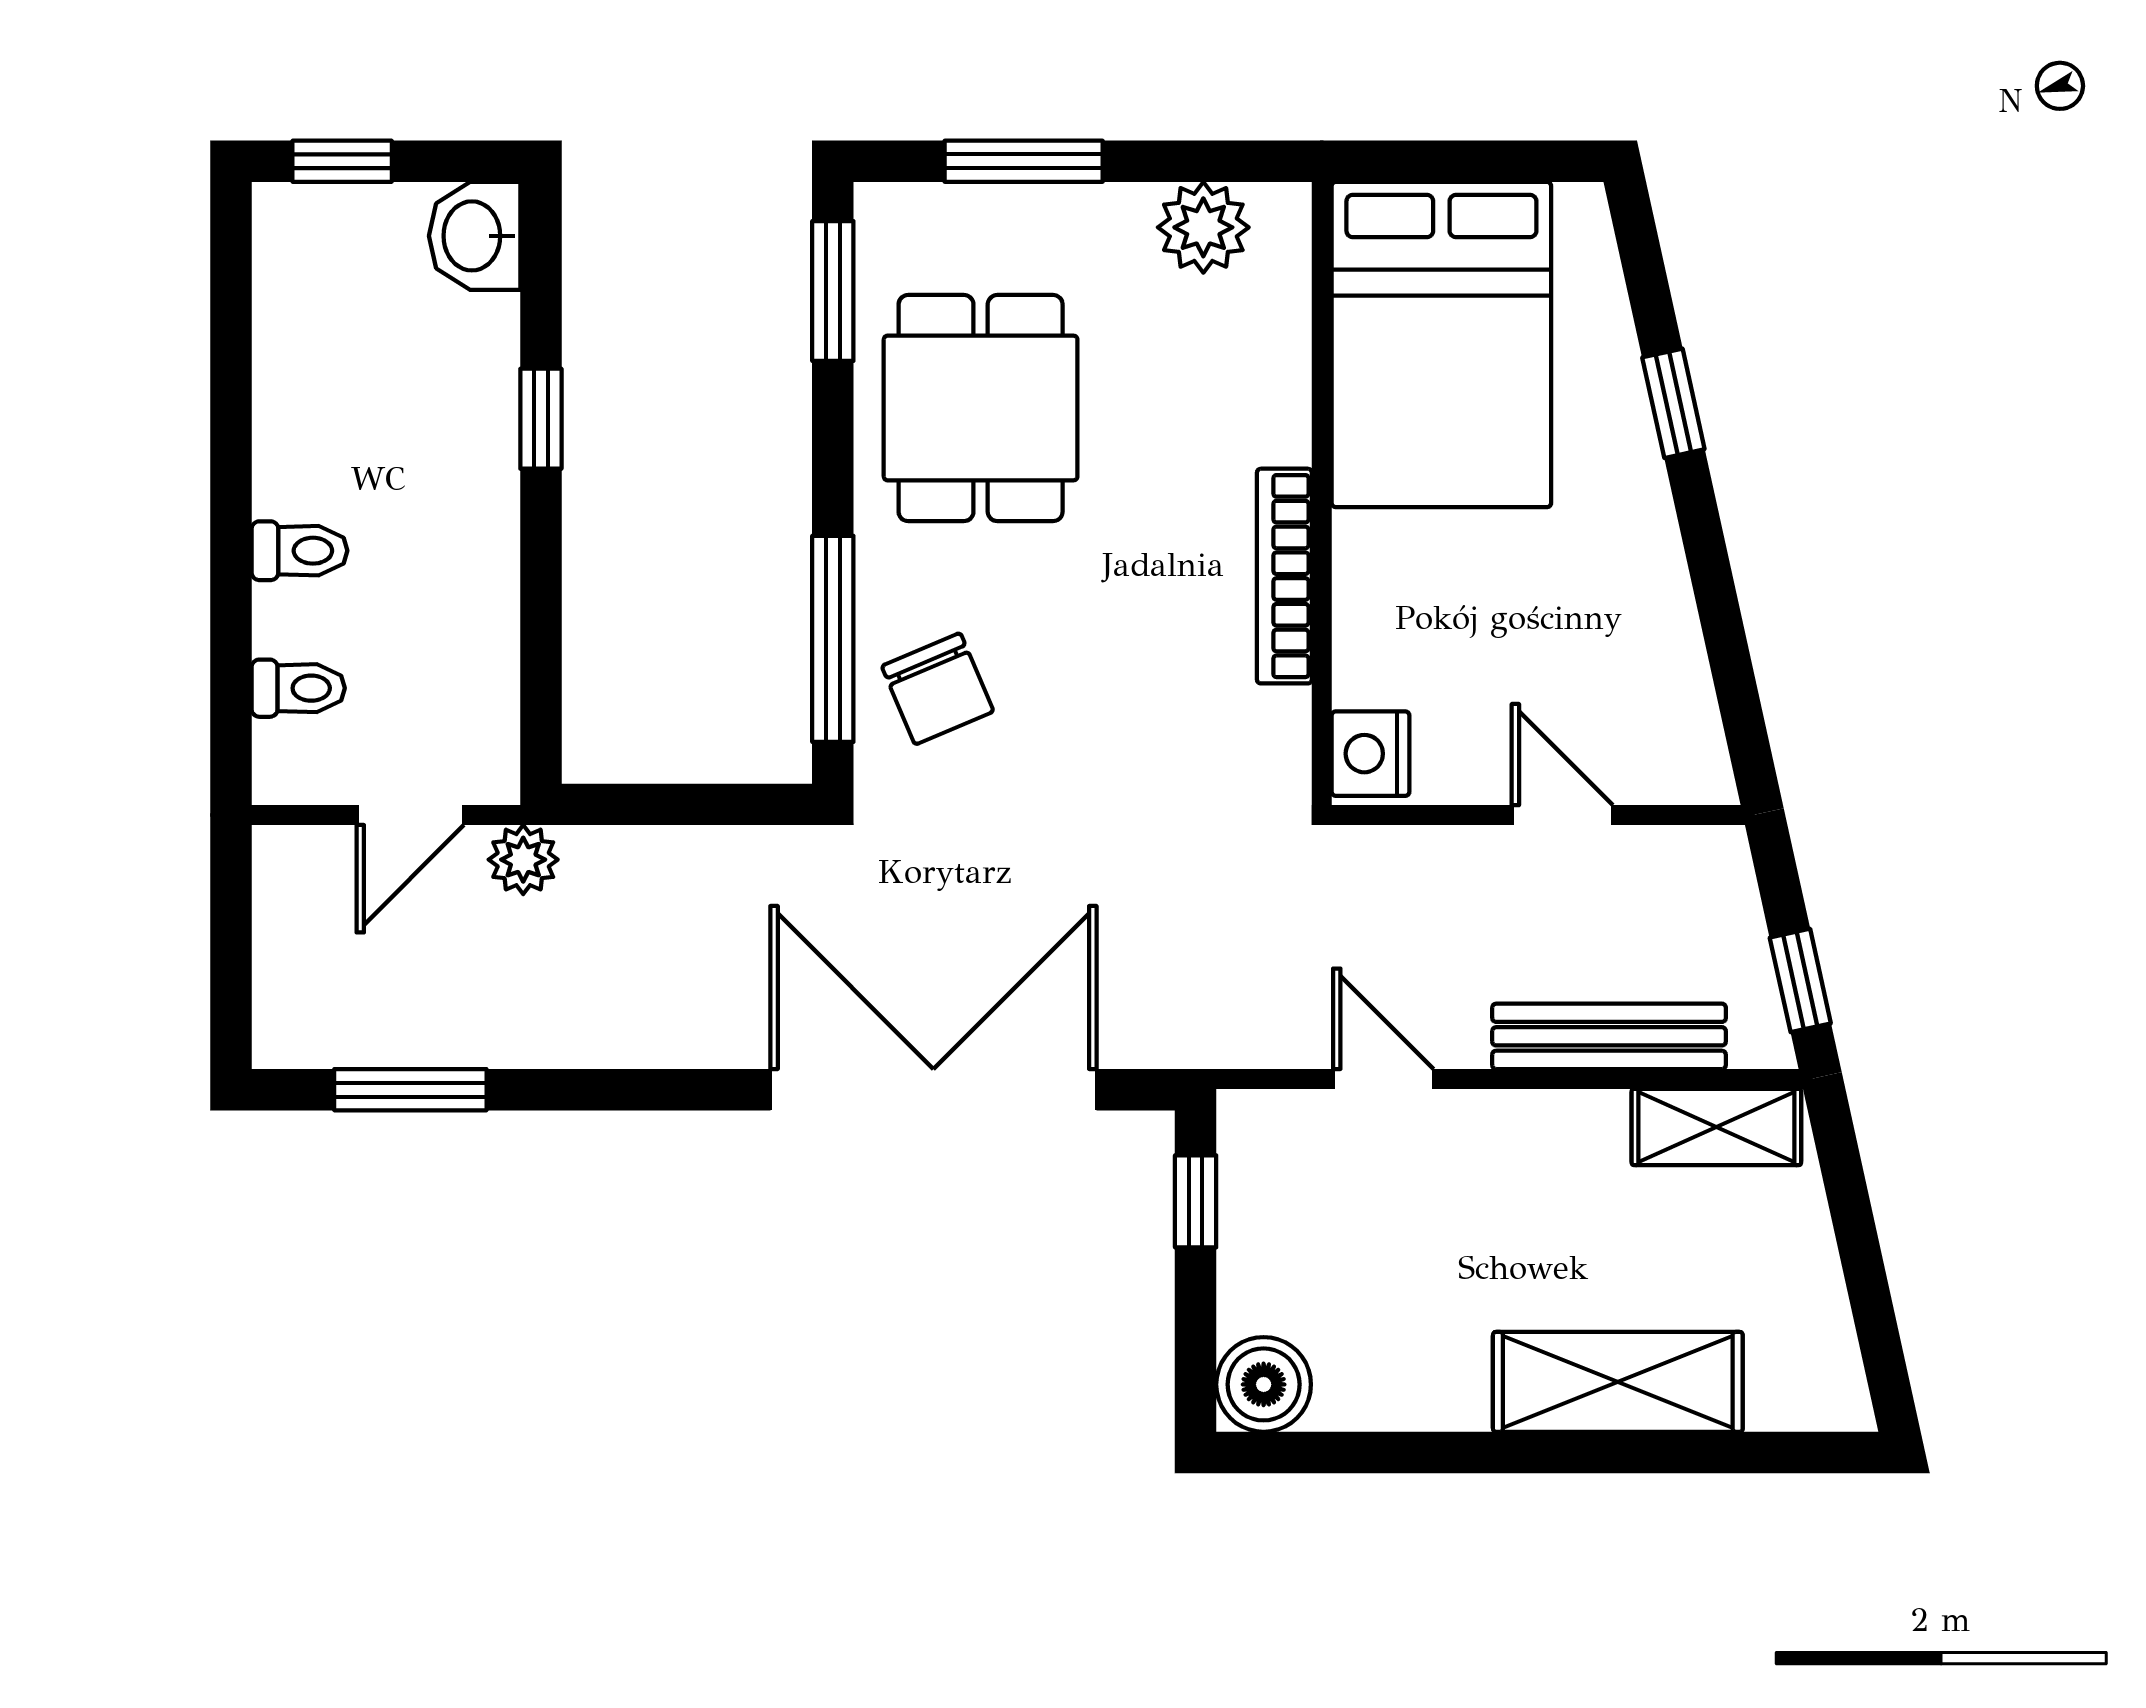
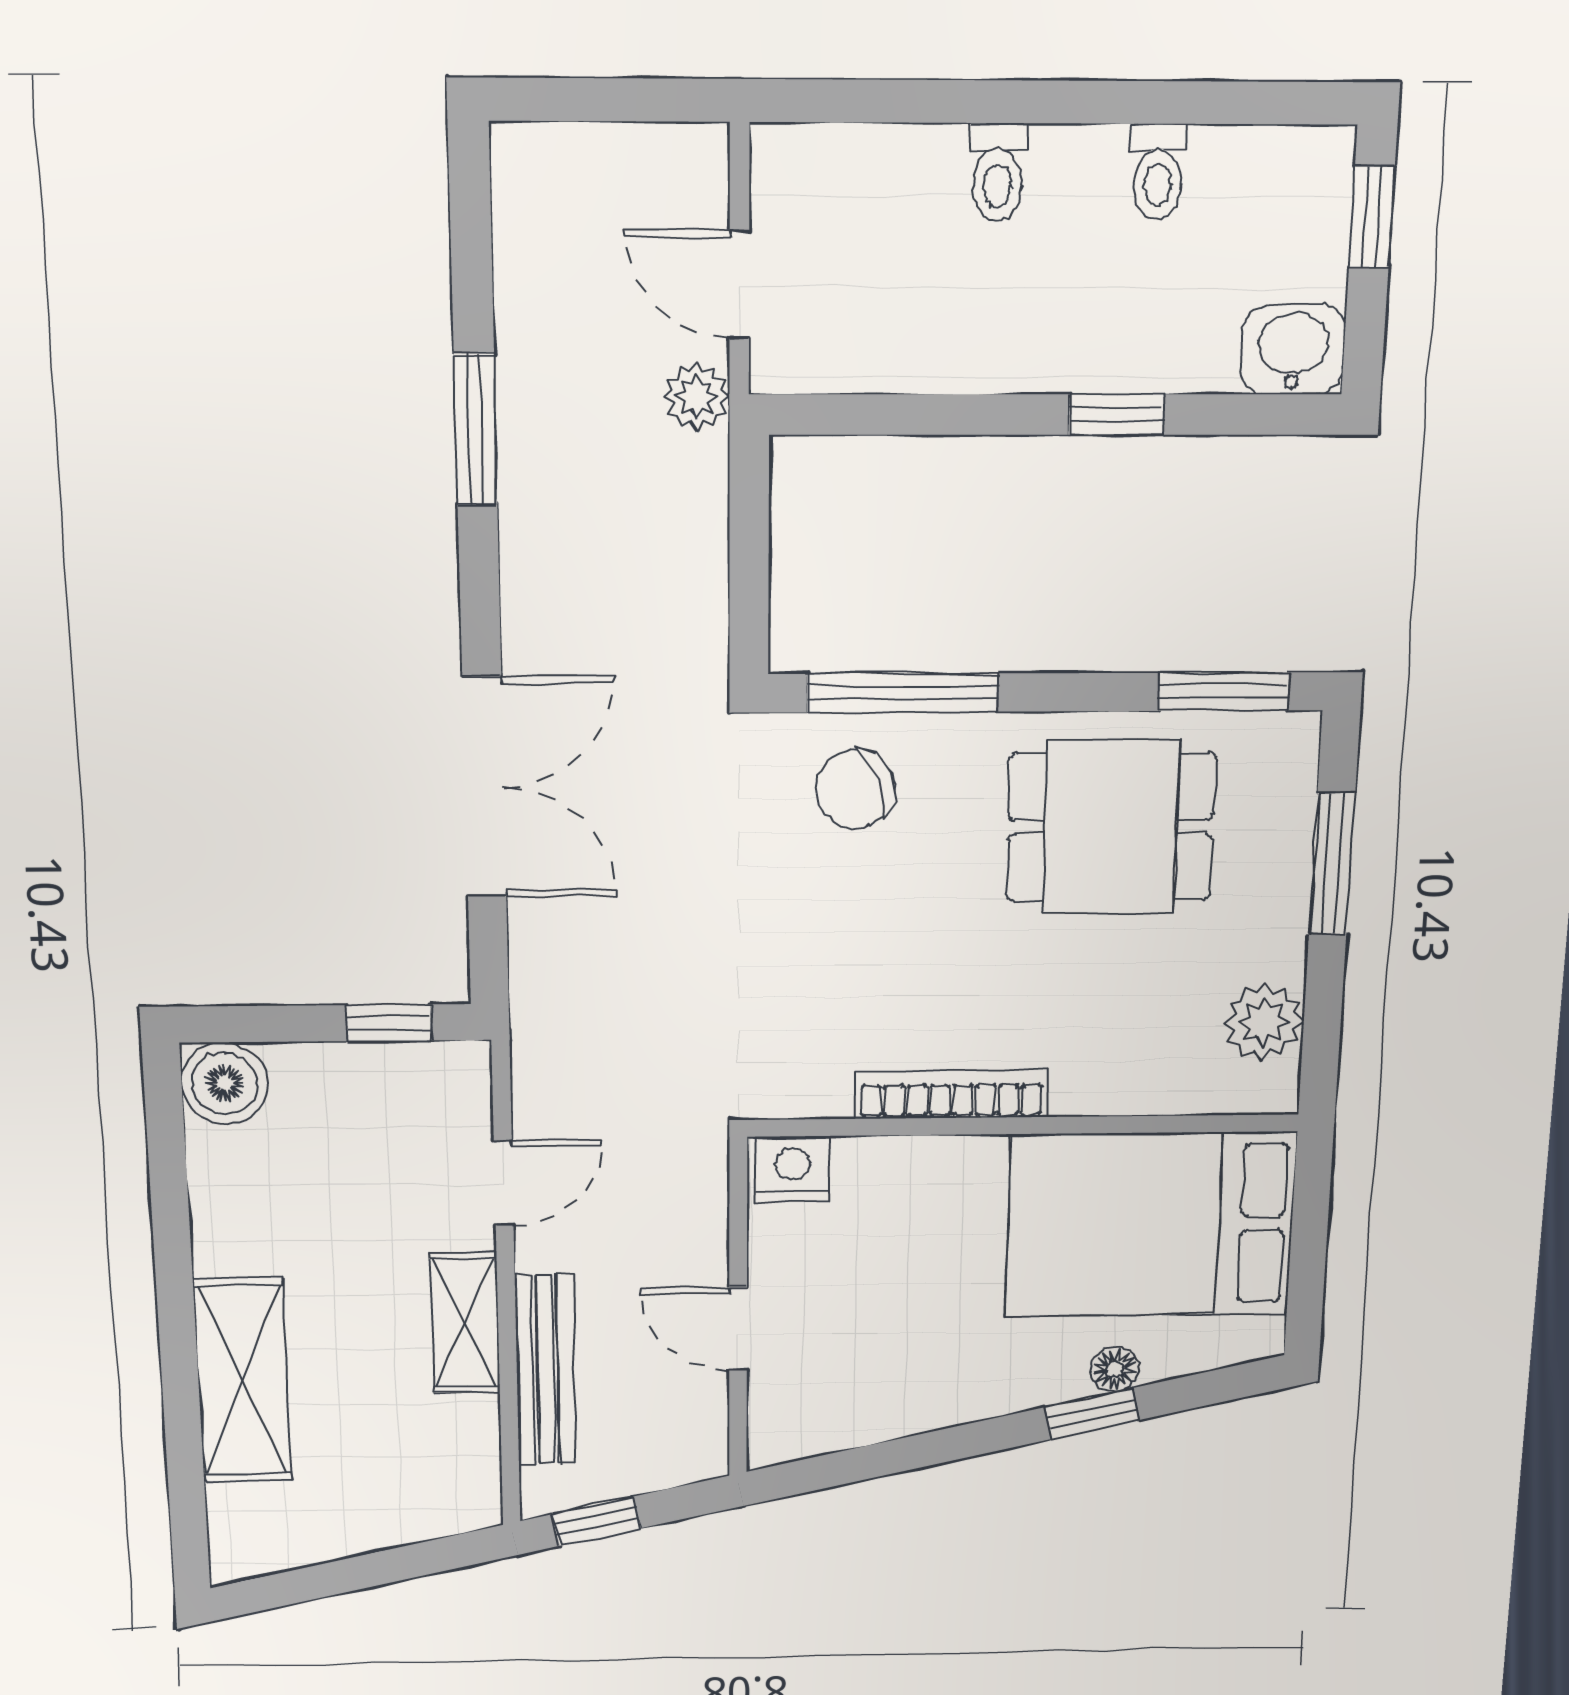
floor lamp: (1618, 379) -> (1115, 1369), added
toilet: (298, 688) -> (1158, 172), moved
door: (1562, 815) -> (738, 1329), swing flipped
window: (410, 1090) -> (476, 429), moved
double door: (933, 1090) -> (484, 787), width x0.73
shelving: (1716, 1127) -> (465, 1323), moved

